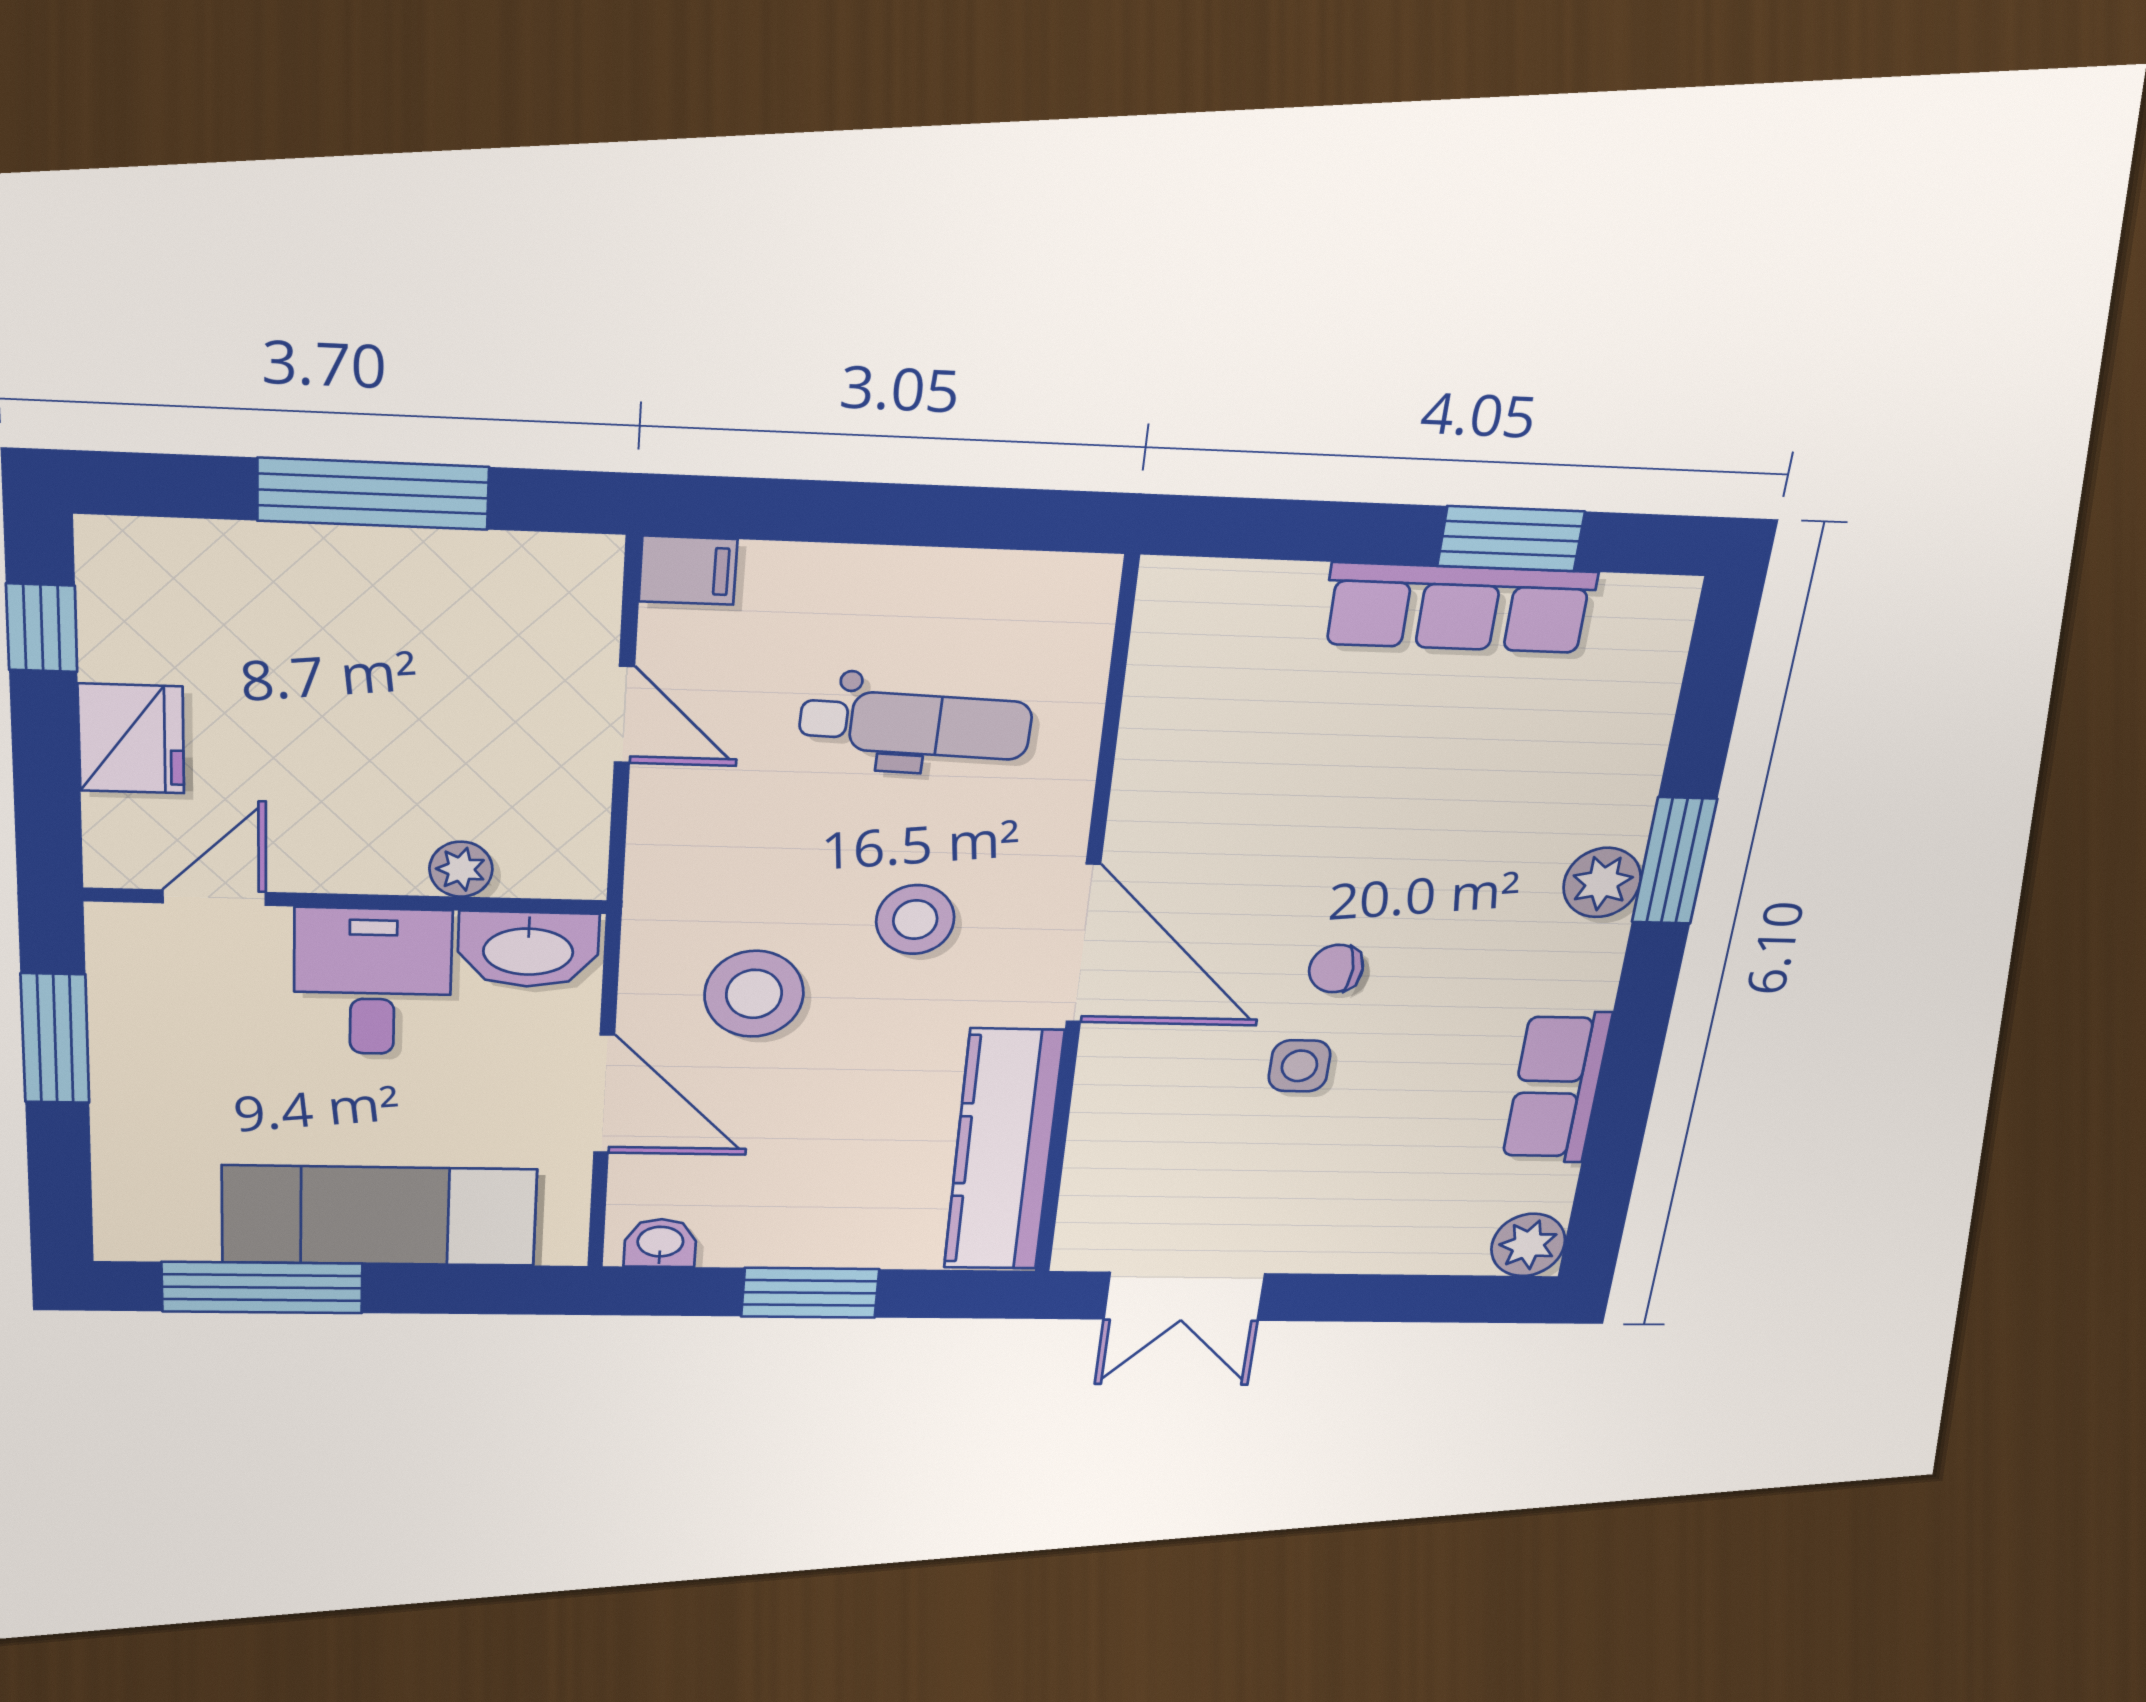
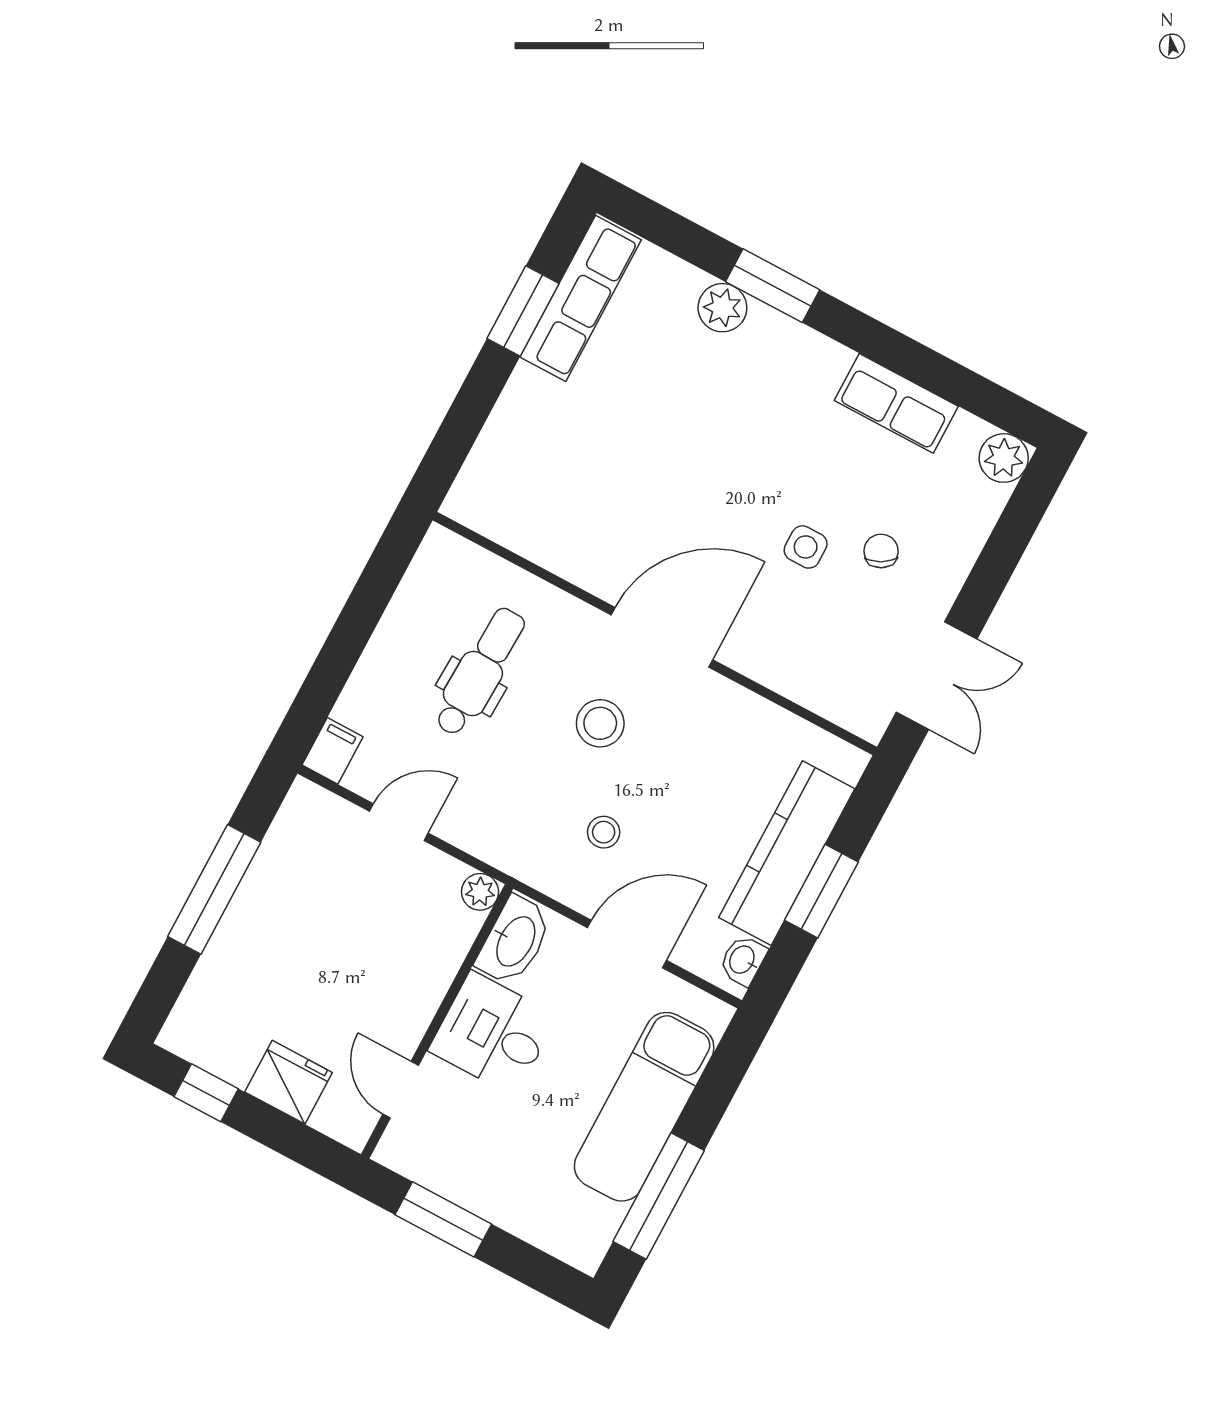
row of seats: (1459, 608) -> (581, 298), moved
plant: (461, 869) -> (480, 892), moved
plant: (1602, 883) -> (722, 308), moved
chair: (1336, 969) -> (881, 551), moved, turned 151
stool: (754, 994) -> (604, 832), width x0.53, depth x0.53
kitchen counter: (1003, 1150) -> (787, 853), moved, turned 90

